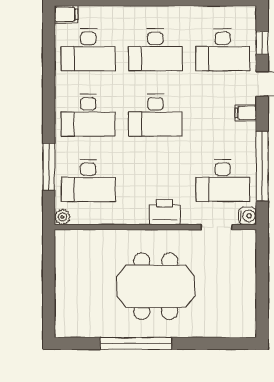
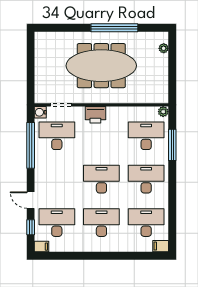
filing cabinet: (246, 113) -> (42, 247), moved
meeting table: (156, 286) -> (101, 66), width x1.36
plant: (62, 312) -> (164, 48), added

